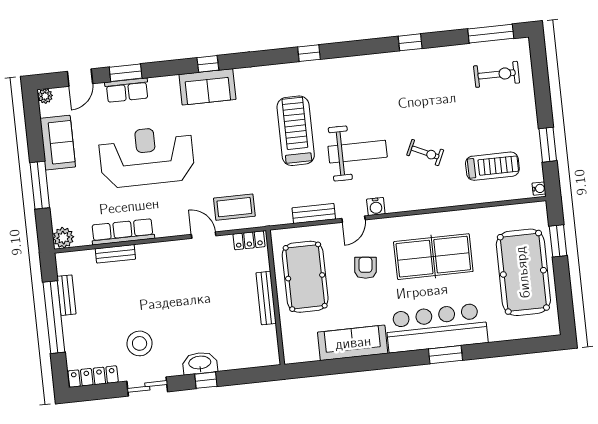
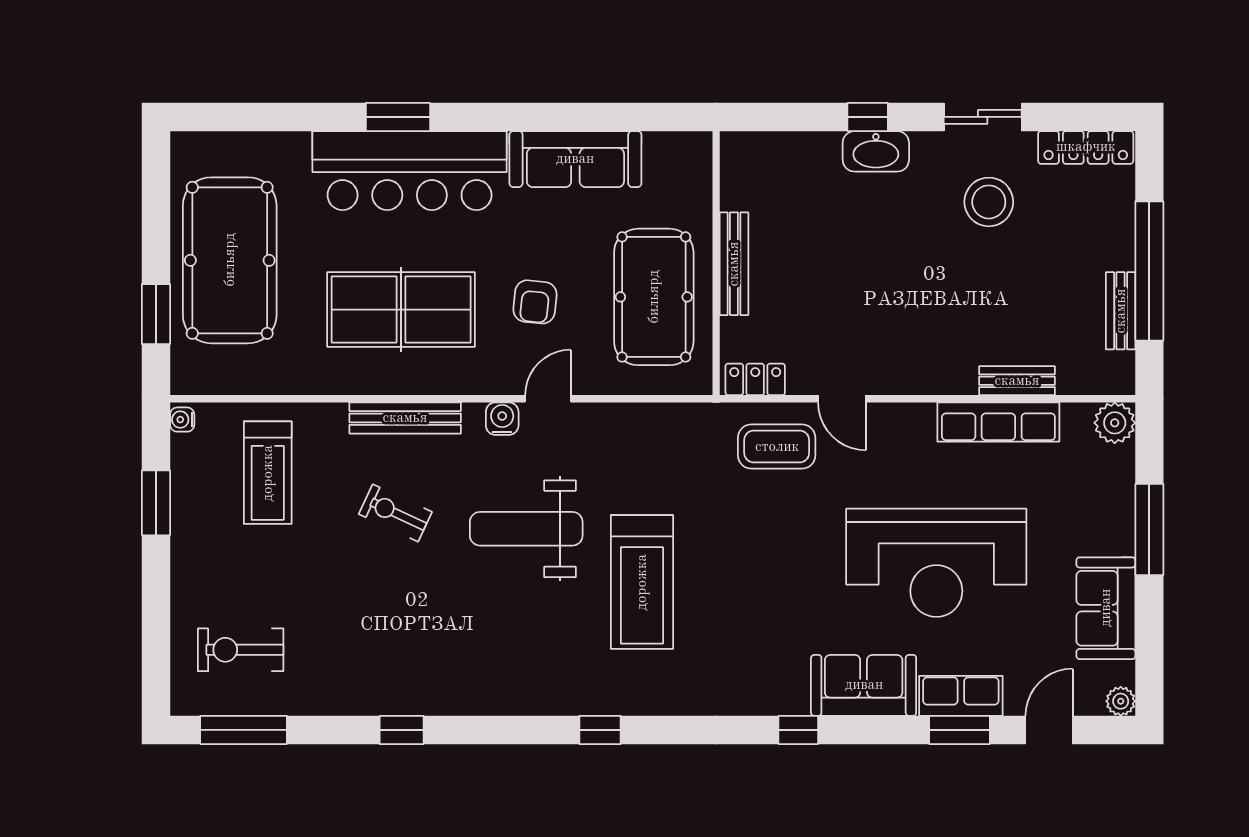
sofa: (207, 87) -> (864, 685), moved
treadmill: (492, 166) -> (268, 473), turned -90
bench: (314, 213) -> (405, 418), moved, width x1.36

